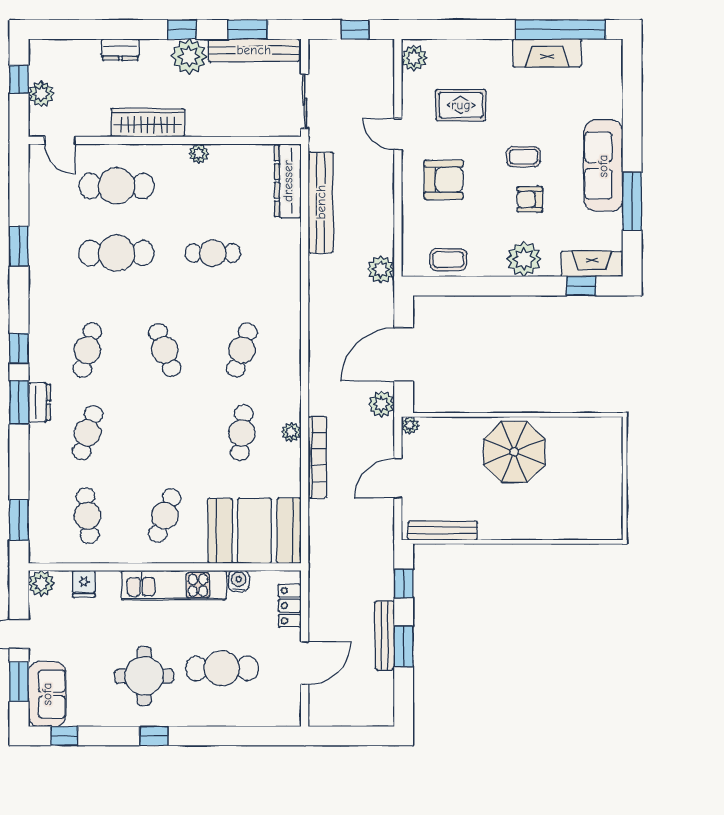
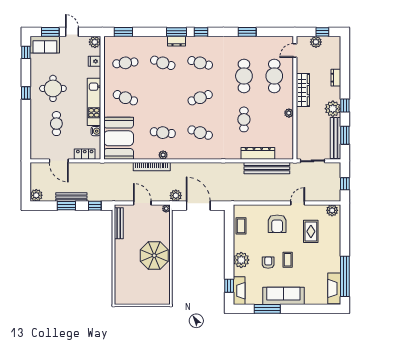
fireplace: (547, 53) -> (334, 288), moved
dresser: (288, 181) -> (258, 153), moved
plant: (381, 269) -> (36, 195), moved
cafe table: (222, 668) -> (56, 124), width x0.73, depth x0.74

